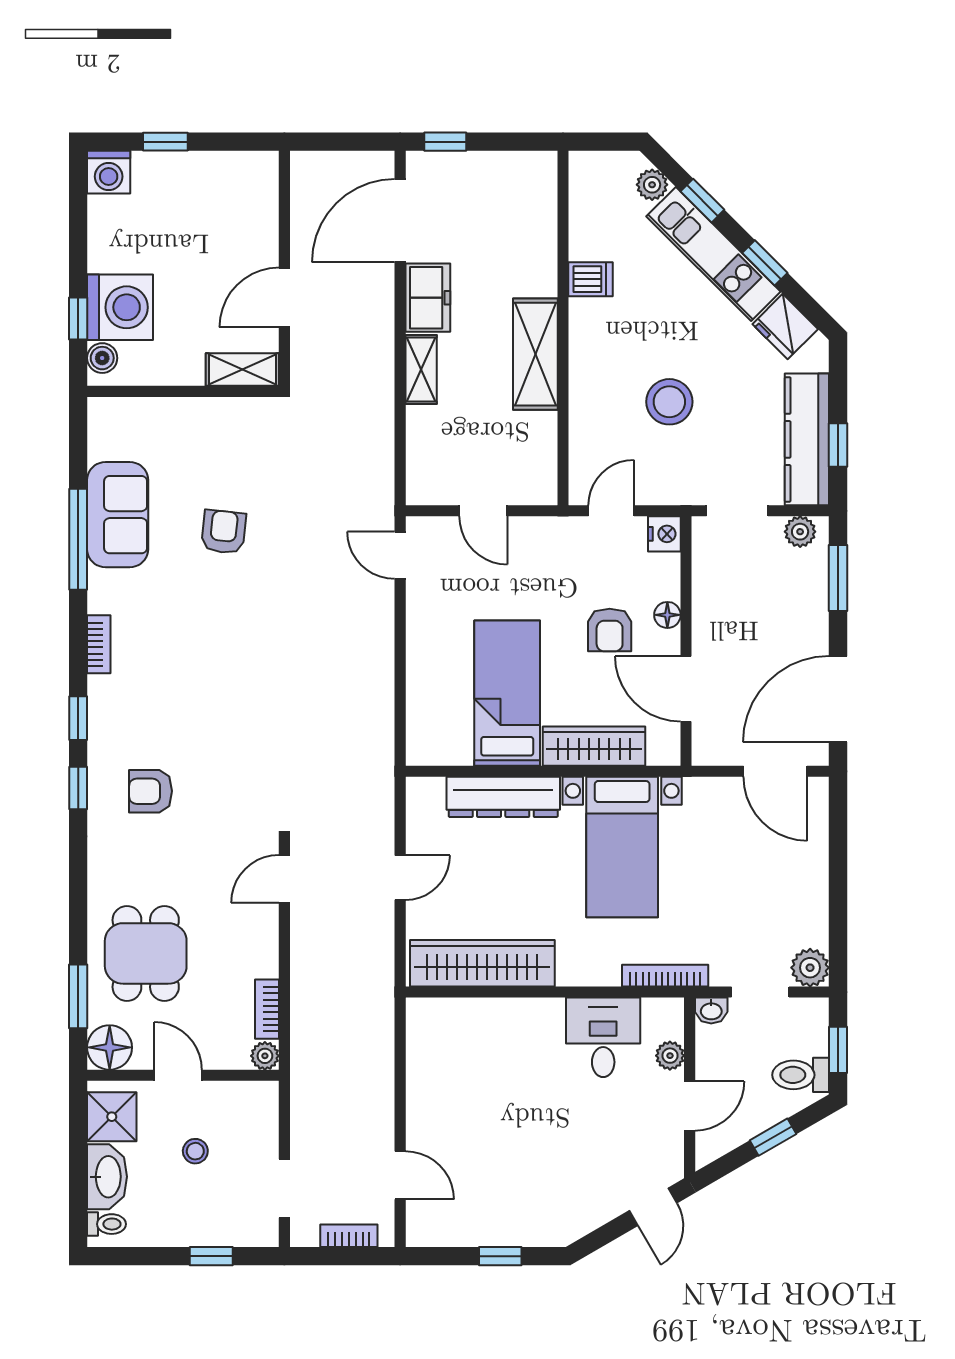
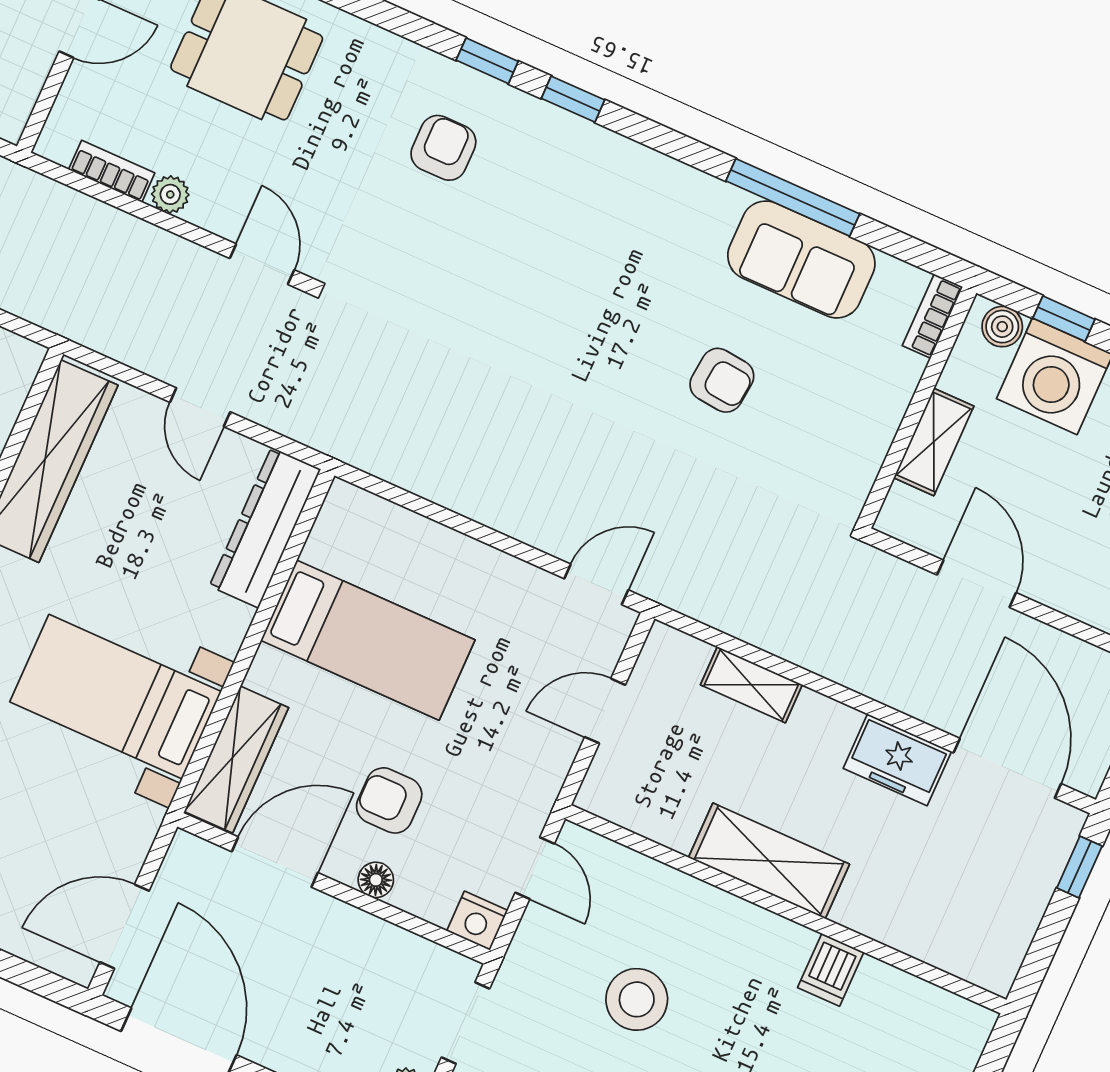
shelving: (421, 369) -> (751, 685), moved
shelving: (242, 370) -> (934, 442), moved
bookcase: (99, 644) -> (932, 316), moved, turned 90
wardrobe: (594, 746) -> (236, 759), moved
dresser: (503, 797) -> (265, 528), moved
plant: (265, 1056) -> (170, 194), moved

